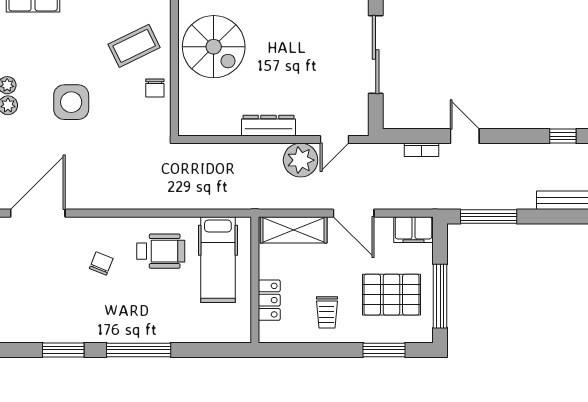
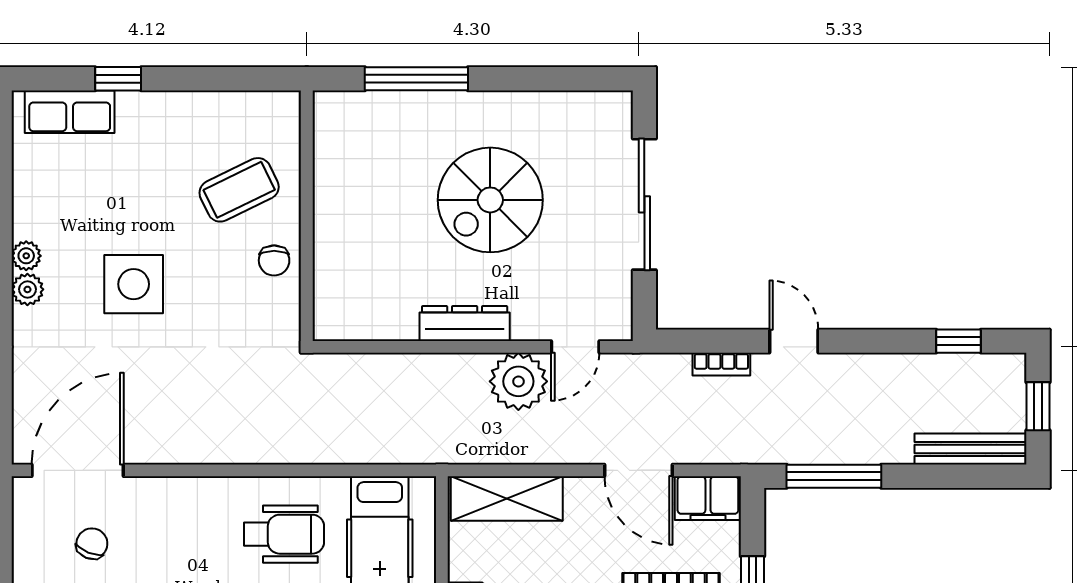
spiral stairs: (214, 47) -> (490, 200), moved, turned 90
door: (354, 213) -> (638, 470), moved
chair: (101, 264) -> (92, 544), moved

